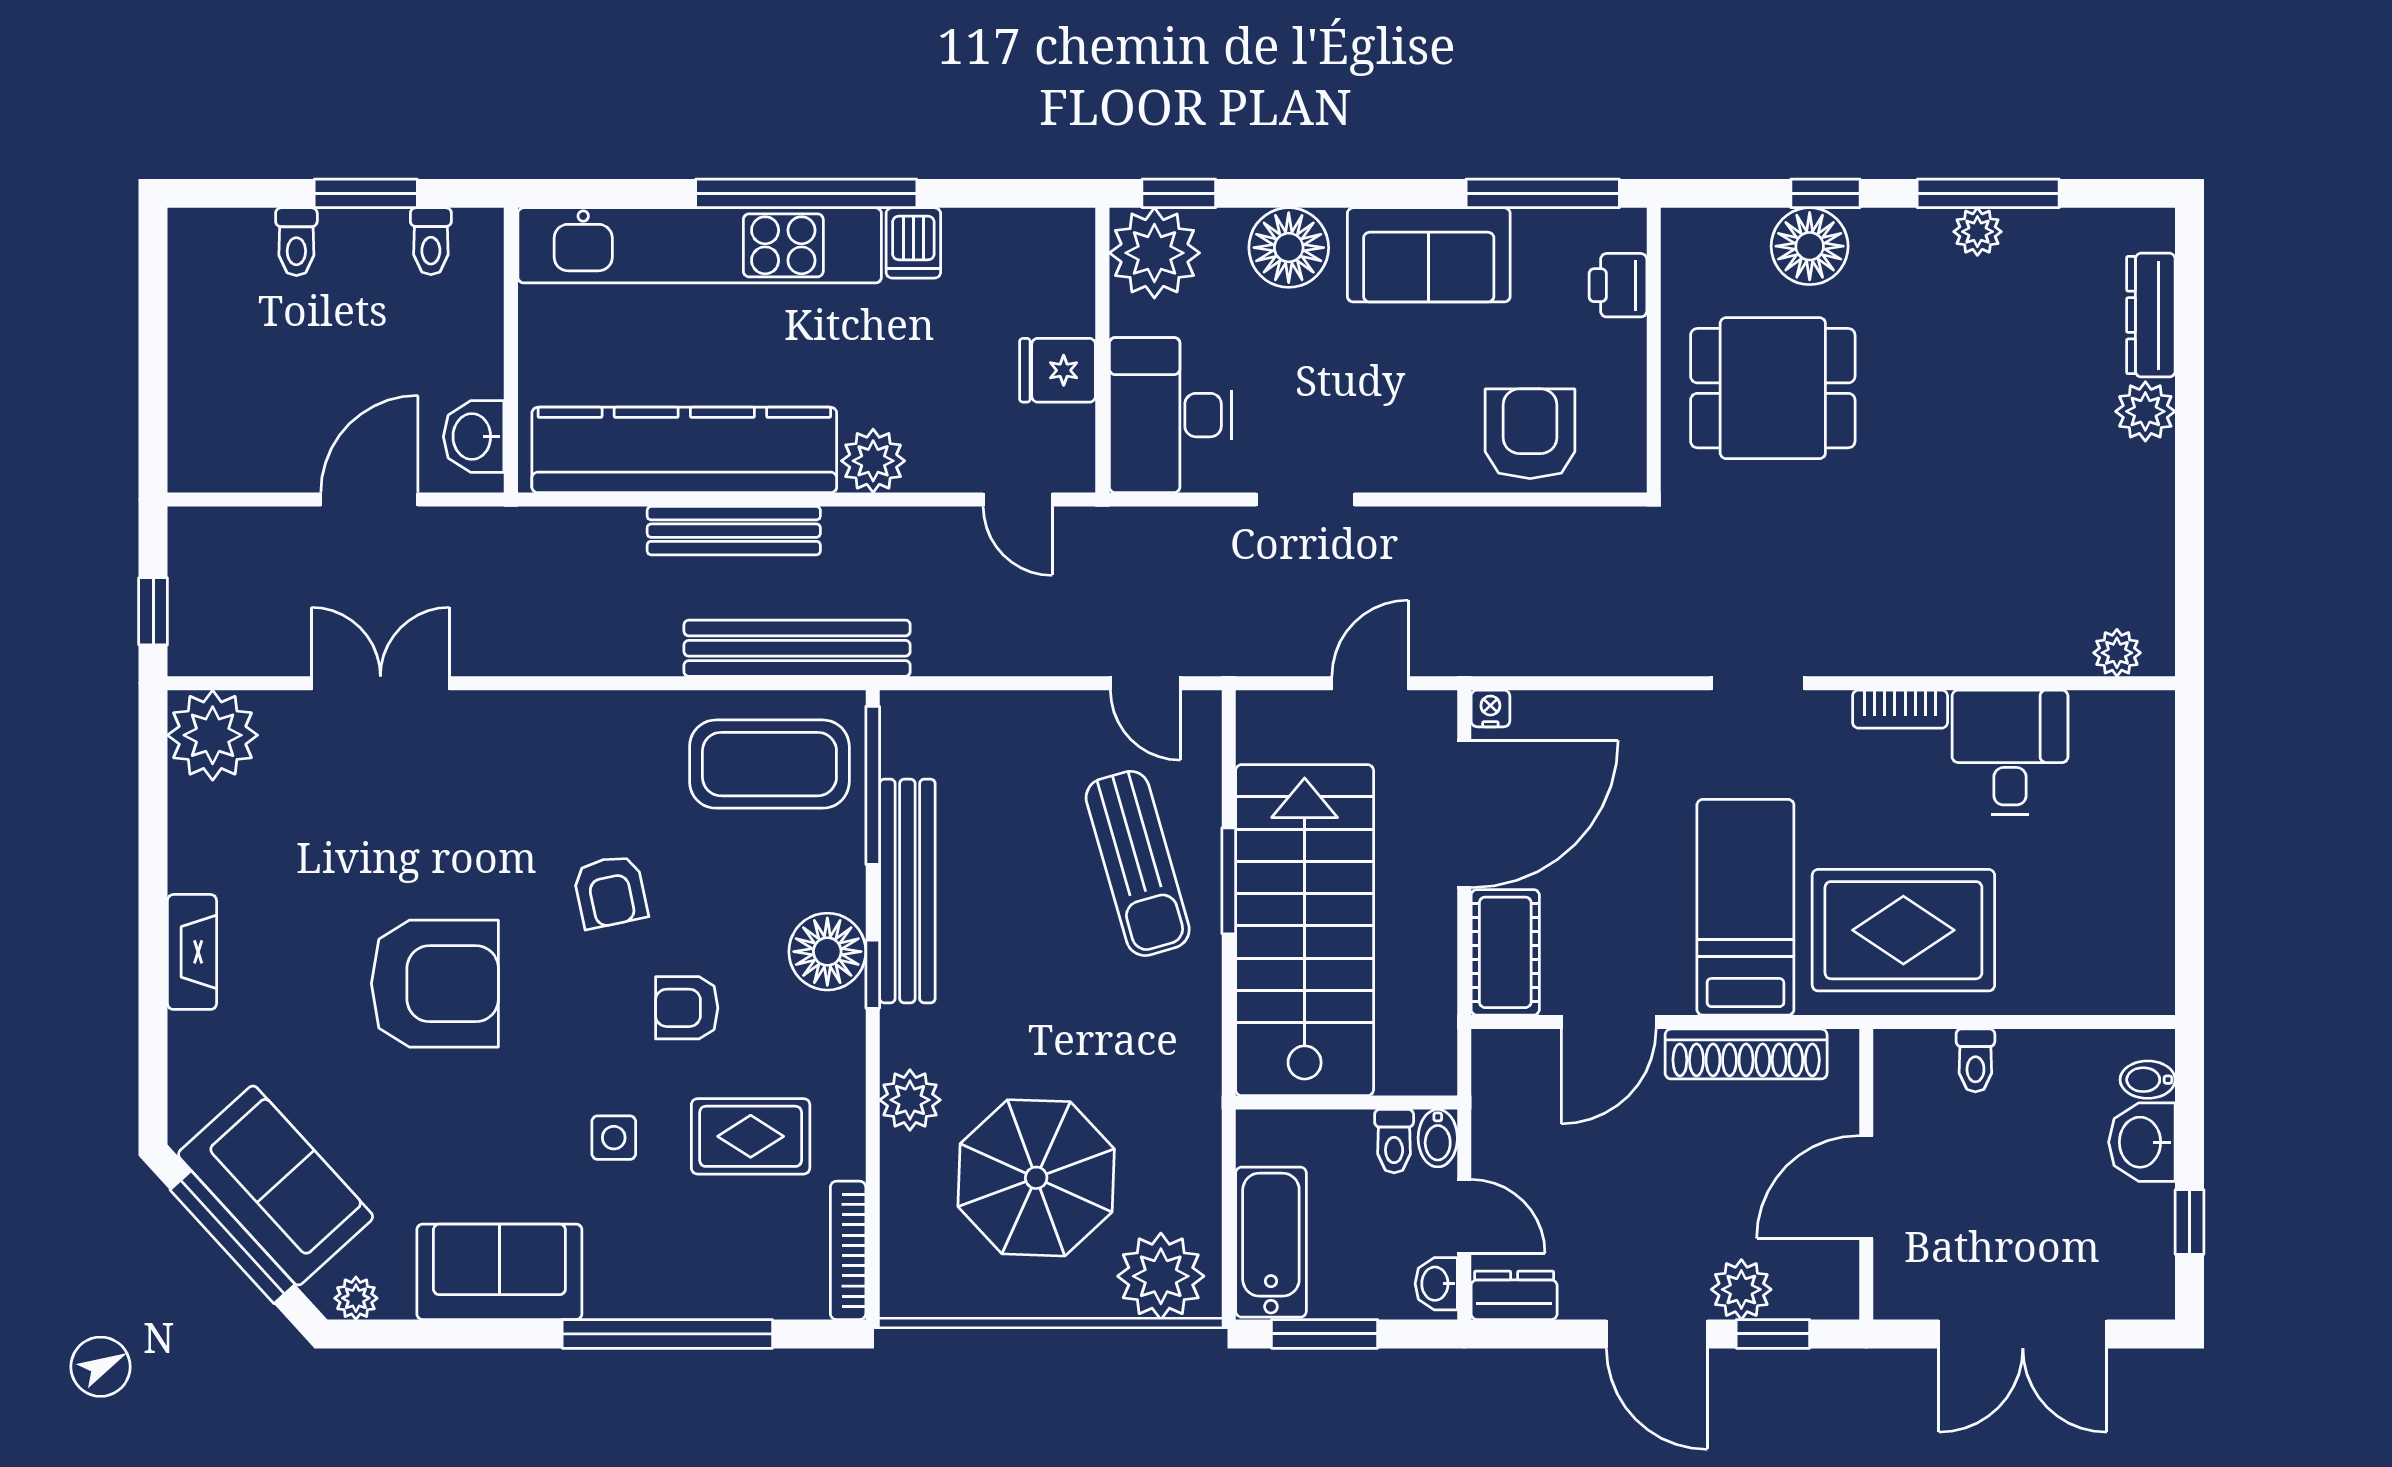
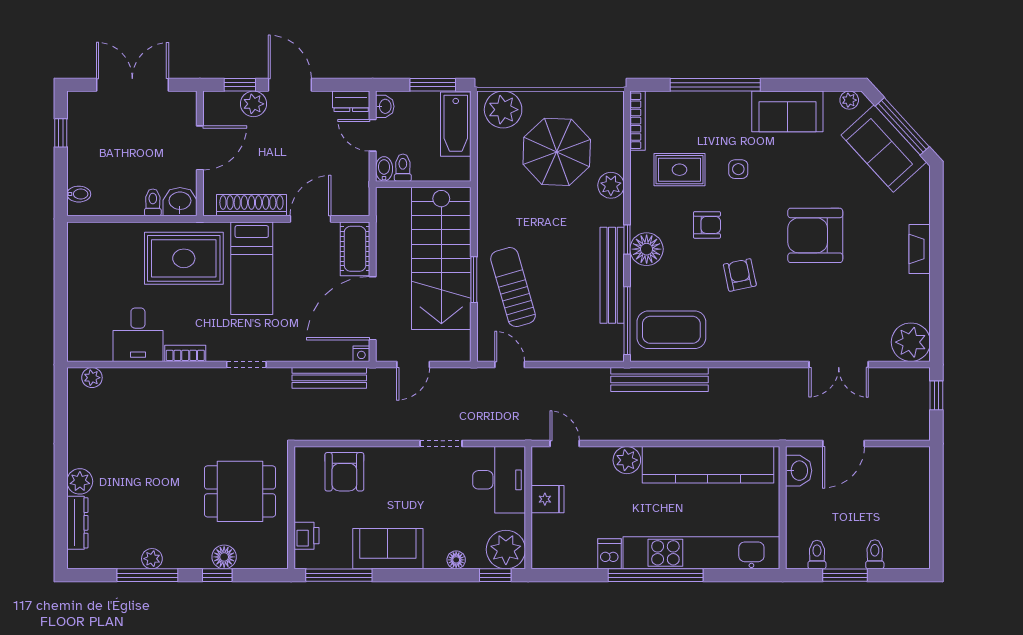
floor lamp: (1810, 246) -> (224, 557), width x0.73, depth x0.73
floor lamp: (1289, 248) -> (456, 560), width x0.53, depth x0.53
bench: (734, 531) -> (329, 378), moved
washbasin: (2142, 1142) -> (180, 202), moved, turned -90

